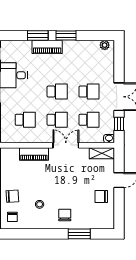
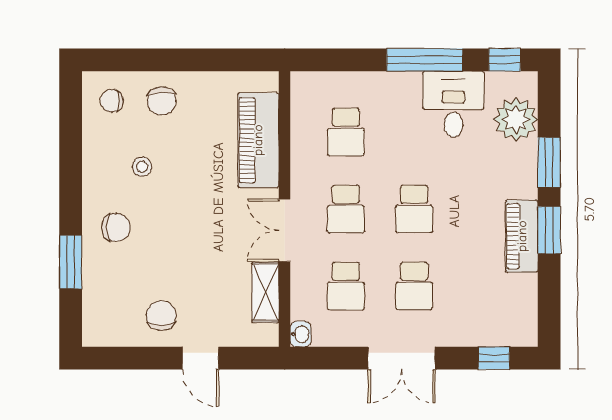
plant: (105, 45) -> (516, 119), moved, width x1.88, depth x1.88
piano: (47, 47) -> (522, 236), moved
window: (119, 124) -> (494, 358), moved
double door: (66, 145) -> (285, 230), swing flipped
shelving: (102, 153) -> (265, 292), moved
piano: (34, 154) -> (258, 140), width x1.37, depth x1.33

